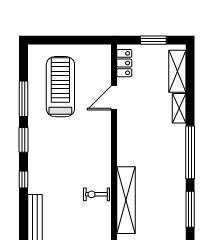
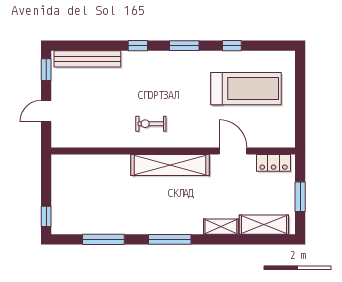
window: (24, 99) -> (232, 46), width x0.46
window: (190, 152) -> (170, 239), width x0.68
exercise bike: (96, 194) -> (151, 124), moved, turned -90
shelving: (126, 200) -> (170, 165), moved

